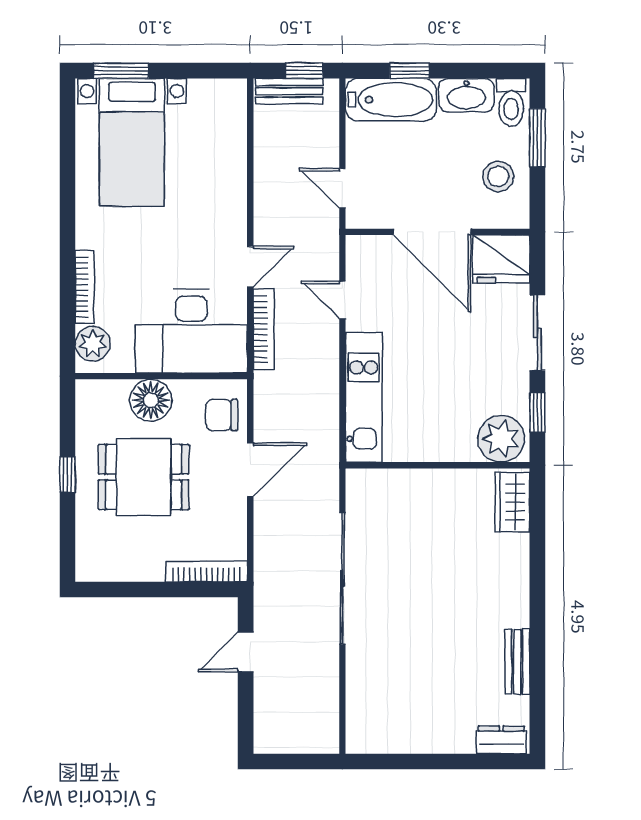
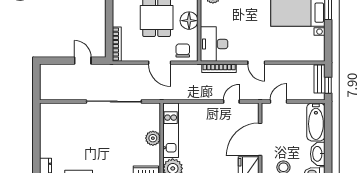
window: (410, 71) -> (328, 130), removed
door: (250, 267) -> (256, 63), moved
desk: (191, 331) -> (214, 44), width x0.73, depth x0.77
kitchen unit: (364, 397) -> (171, 130), moved, turned -90
plant: (429, 486) -> (153, 138), added

